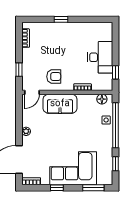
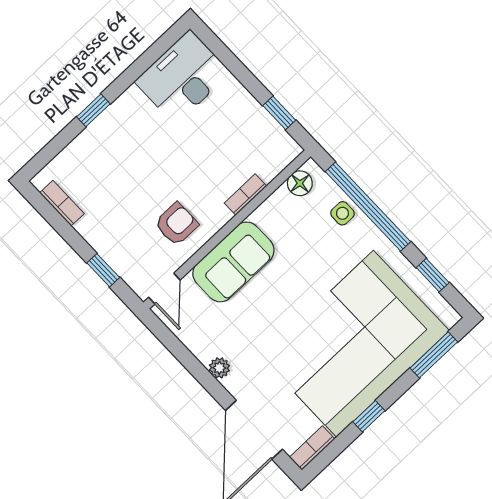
desk: (100, 57) -> (183, 77), moved, turned -90
corner sofa: (73, 168) -> (355, 344), width x1.36, depth x1.36

